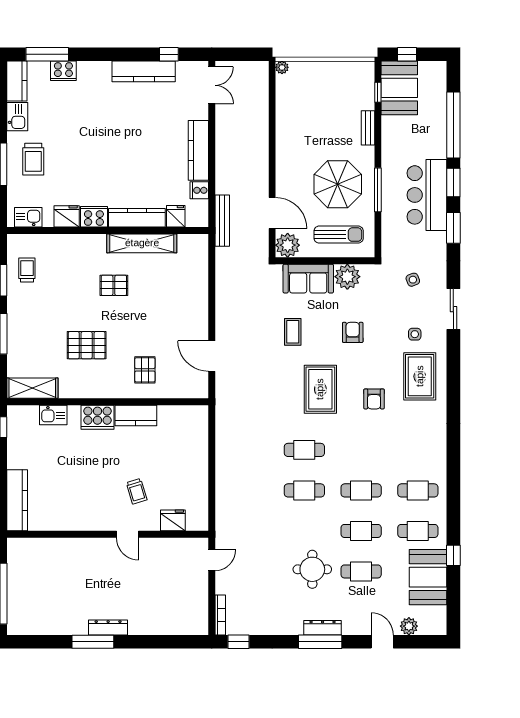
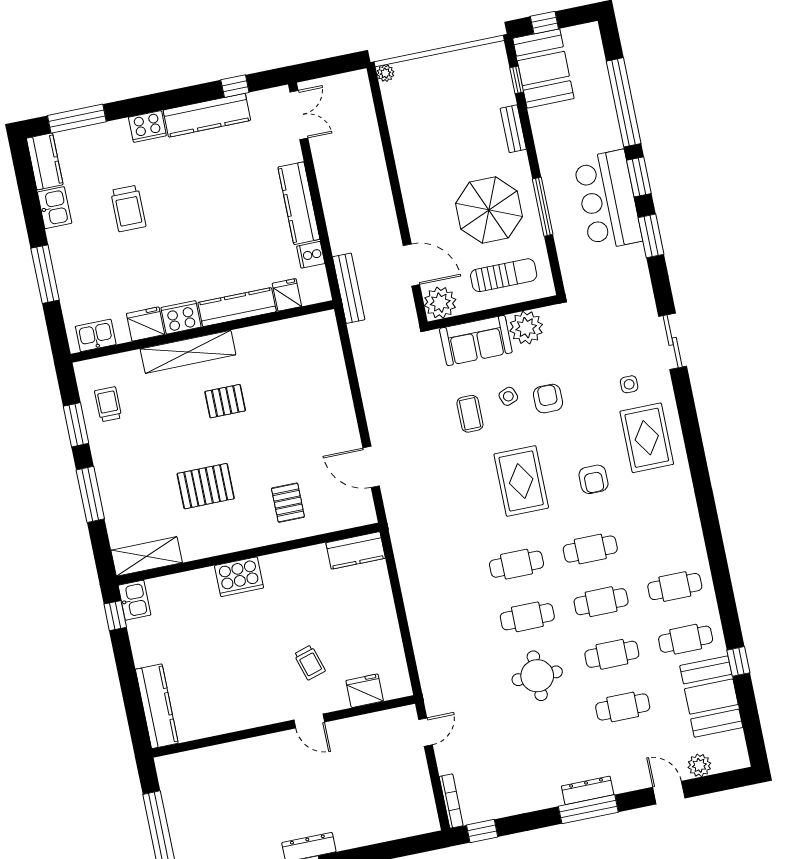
cooker: (63, 71) -> (147, 126), moved
trolley: (33, 159) -> (128, 208), moved
shelving: (142, 243) -> (188, 352), moved
side table: (413, 280) -> (508, 396), moved
kitchen sink: (53, 415) -> (134, 600), moved, turned -90
kitchen counter: (136, 415) -> (356, 550), moved
cafe table: (361, 450) -> (590, 549), added
round table: (312, 569) -> (537, 676), moved

